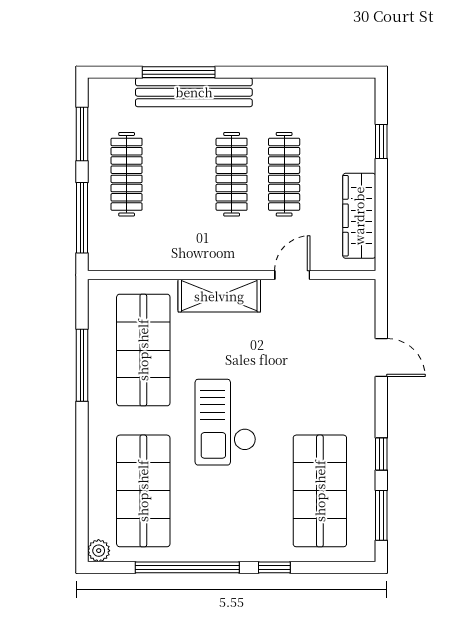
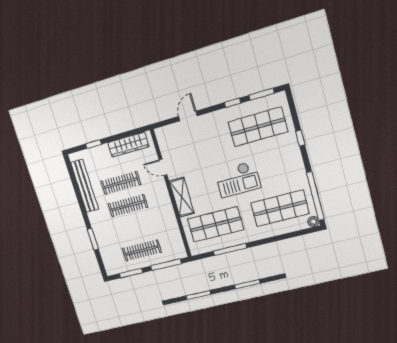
window: (179, 72) -> (93, 239), width x0.69
bench: (194, 92) -> (85, 186), moved
window: (187, 567) -> (315, 196), moved

